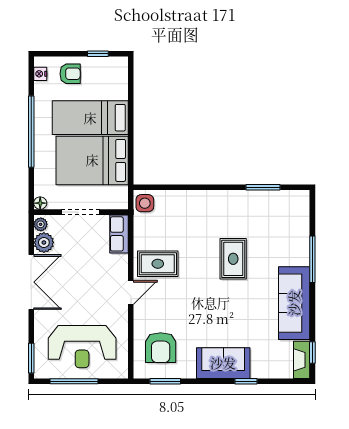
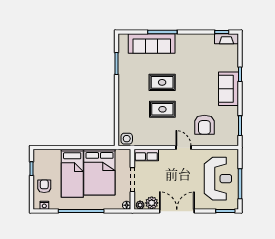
rug: (158, 264) -> (162, 109), moved, turned 90
sofa: (294, 303) -> (152, 44), moved
armchair: (161, 348) -> (204, 125), moved, turned 90

